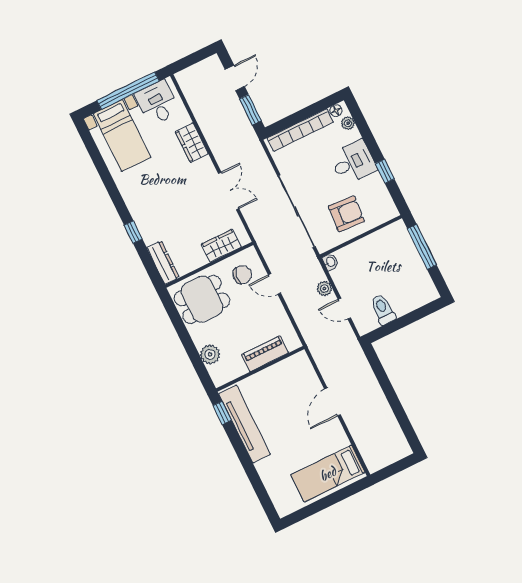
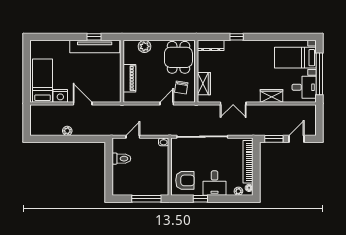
door: (235, 78) -> (297, 139), swing flipped
armchair: (346, 214) -> (185, 180), moved, turned -94
plant: (324, 289) -> (67, 131), moved
window: (222, 413) -> (94, 37), moved
nightstand: (337, 438) -> (60, 96), added

